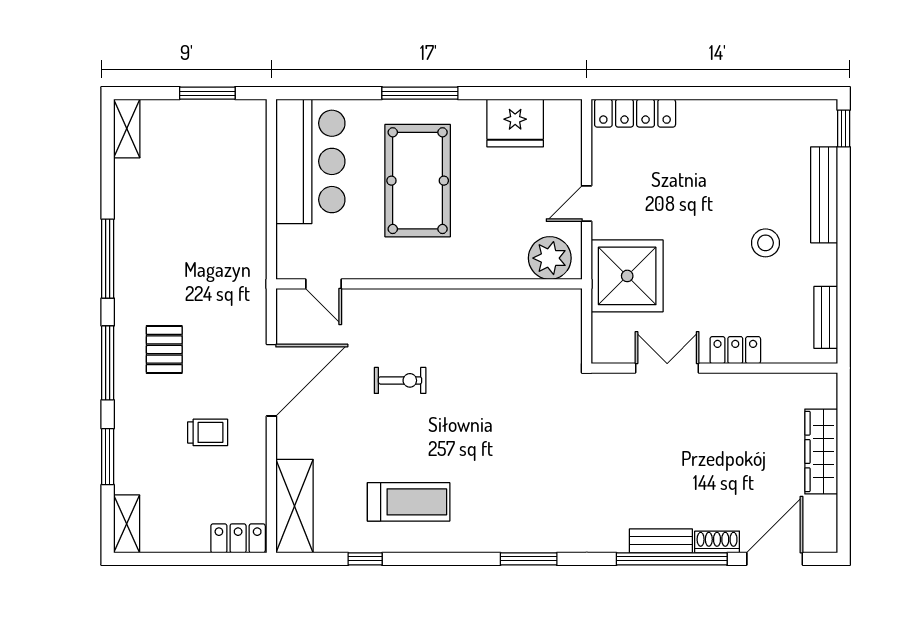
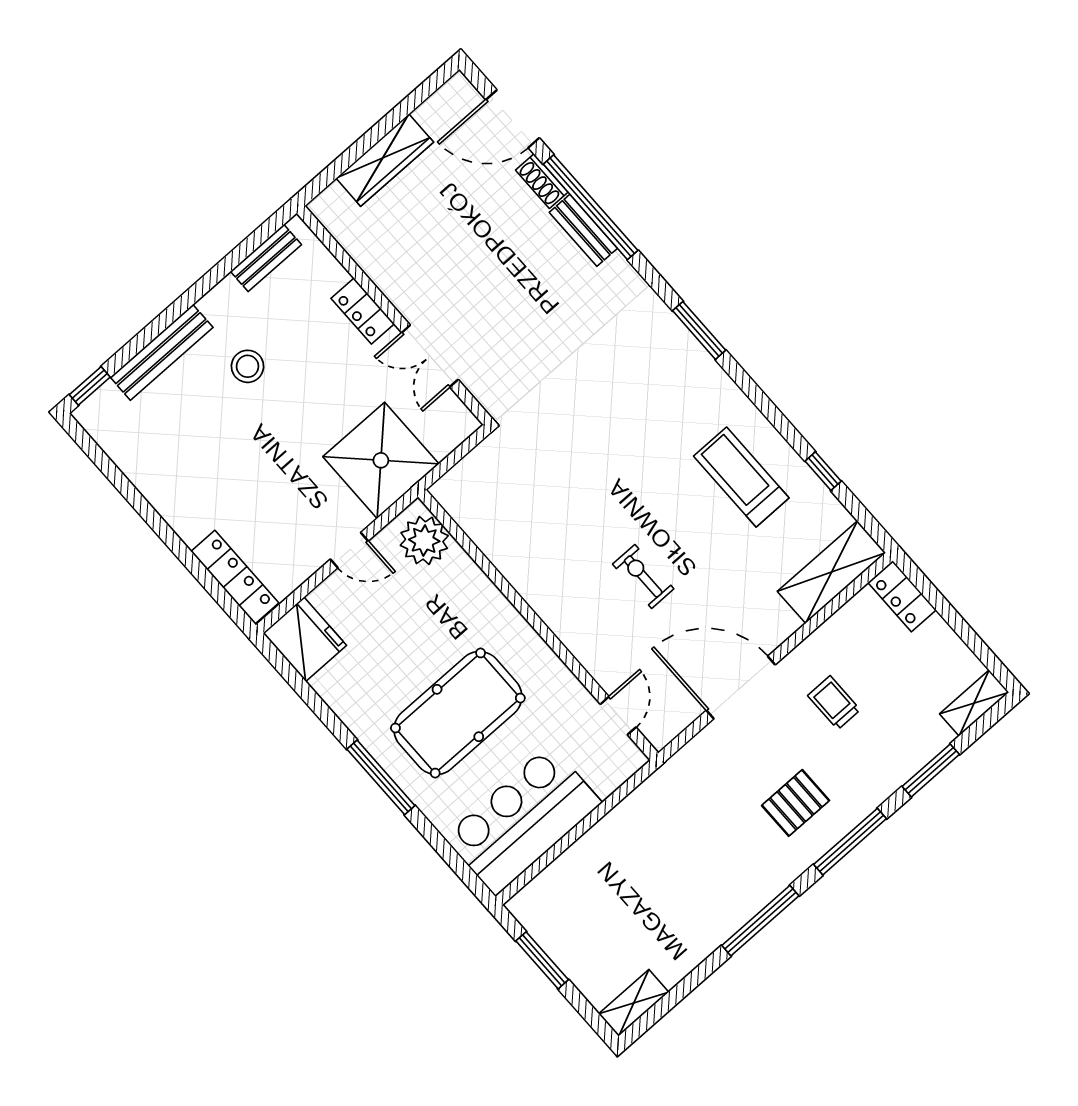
fridge: (515, 123) -> (305, 639), moved

